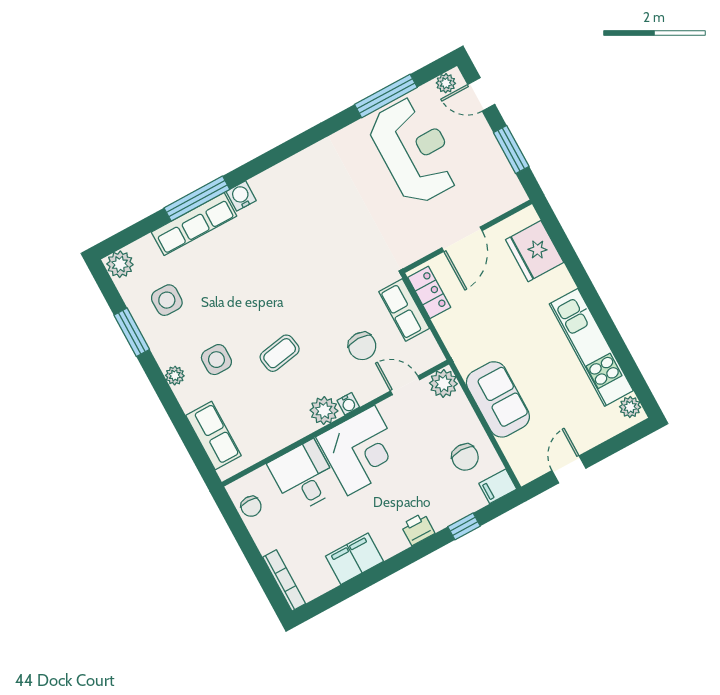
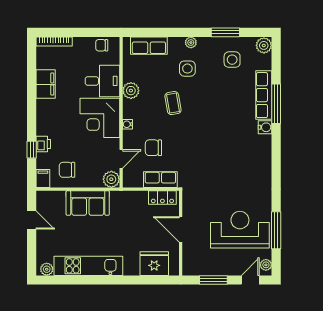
reception desk: (414, 151) -> (240, 230), turned 180
plant: (324, 411) -> (131, 91), moved
printer: (418, 529) -> (43, 144), moved

